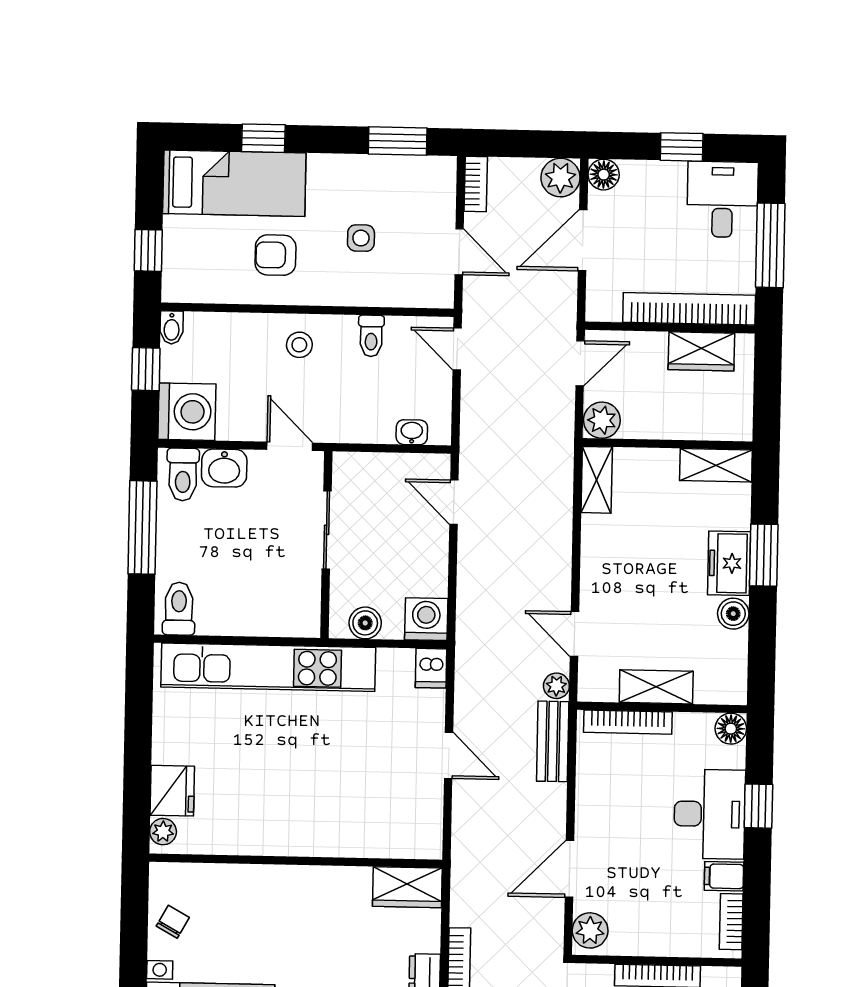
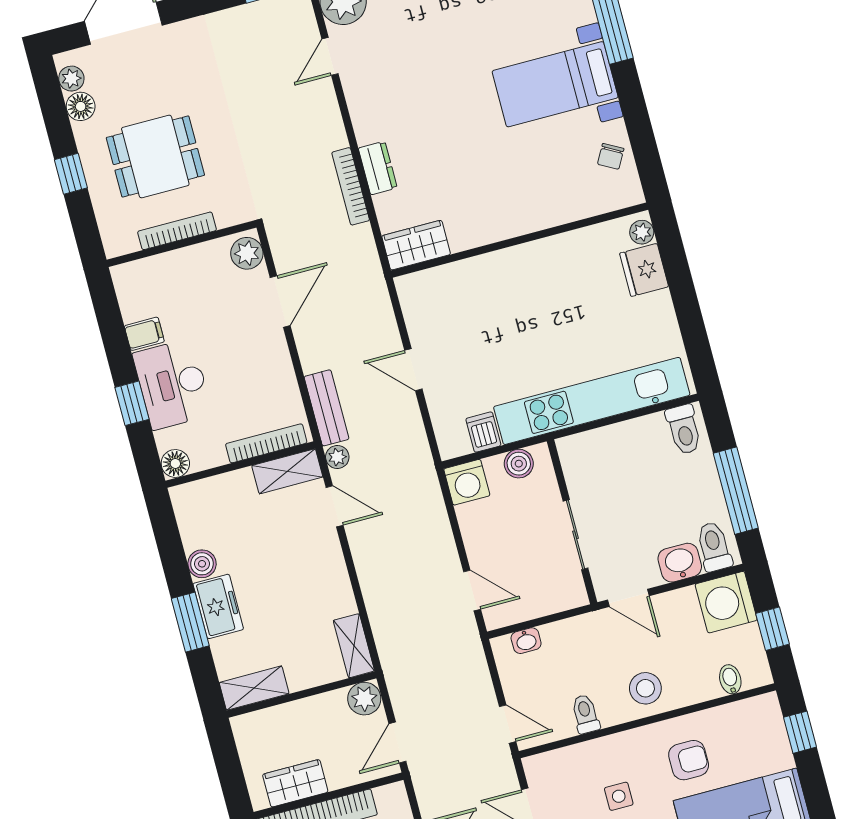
bidet: (172, 328) -> (730, 679), moved
stool: (299, 345) -> (645, 688), width x1.37, depth x1.37
dishwasher: (431, 668) -> (483, 432), moved
shelving: (656, 687) -> (287, 471), moved
bookcase: (731, 922) -> (127, 296), removed

